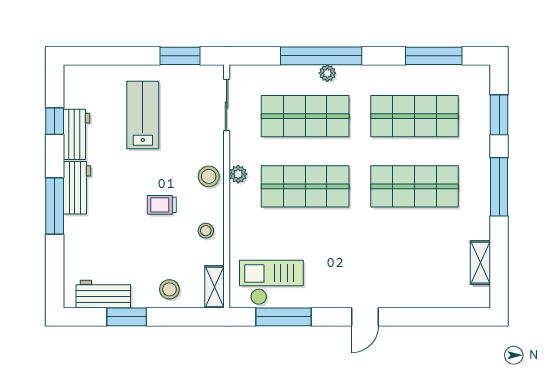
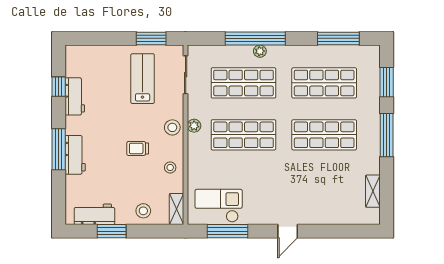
lab bench: (143, 115) -> (143, 79), moved
workbench: (77, 188) -> (75, 155), moved

